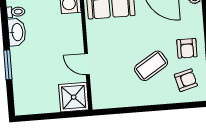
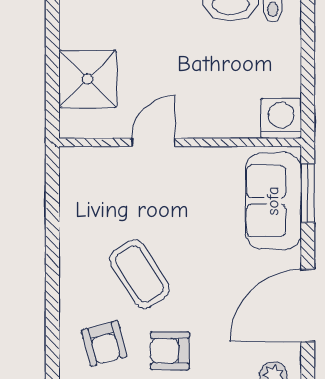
shower: (74, 97) -> (88, 79), moved

